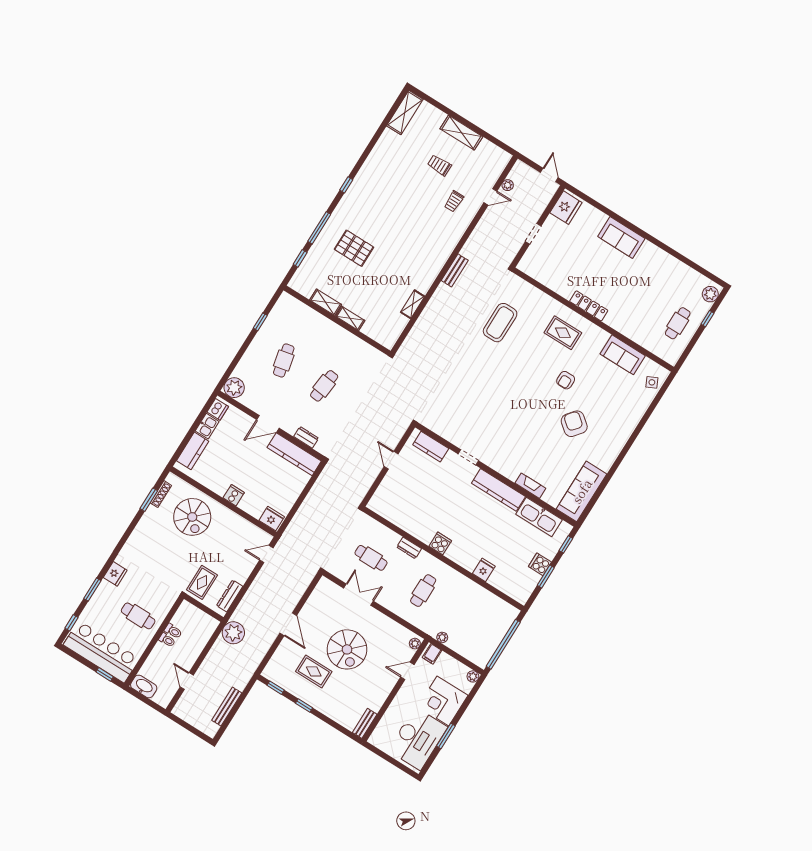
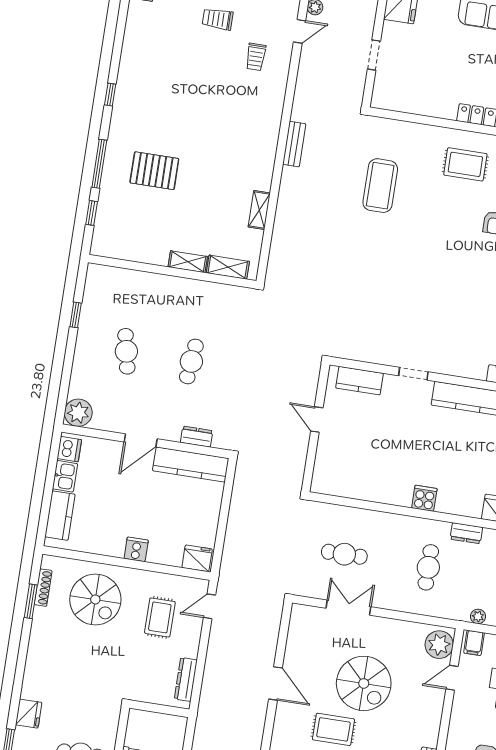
shelving: (326, 302) -> (228, 267), moved
dresser: (409, 548) -> (466, 533), moved
rug: (202, 582) -> (160, 617), moved
plant: (233, 633) -> (210, 724), removed
plant: (415, 644) -> (439, 645), width x1.88, depth x1.88

